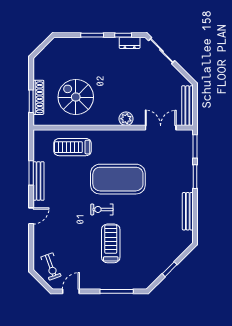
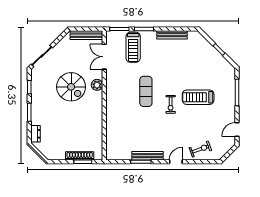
dresser: (130, 43) -> (35, 134), moved
spiral stairs: (76, 97) -> (71, 87), moved, turned -90
treadmill: (73, 147) -> (133, 47), moved
exercise mat: (118, 179) -> (146, 91), width x0.50, depth x0.69
door: (31, 216) -> (176, 162), hinge flipped
exercise bike: (51, 266) -> (200, 149), moved
door: (71, 291) -> (237, 130), hinge flipped

